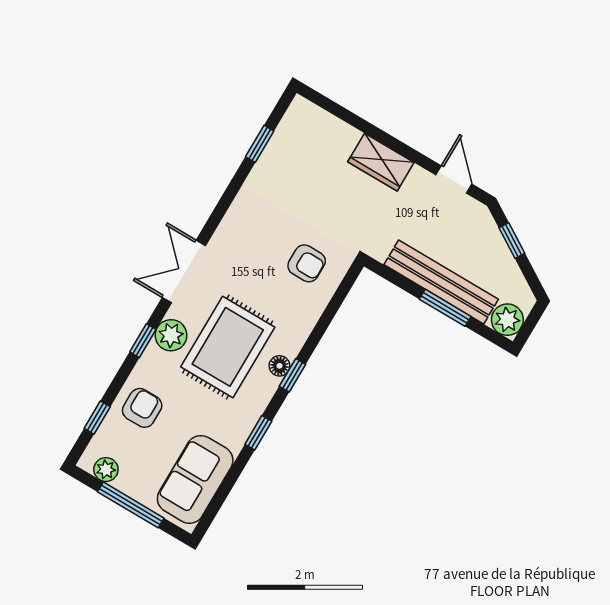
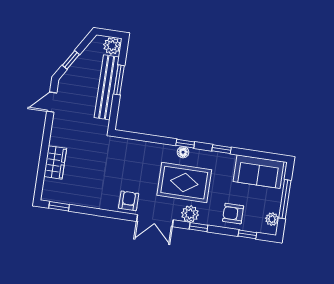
window: (260, 144) -> (59, 206), moved
wardrobe: (381, 162) -> (55, 162), moved
armchair: (307, 263) -> (129, 201), moved

